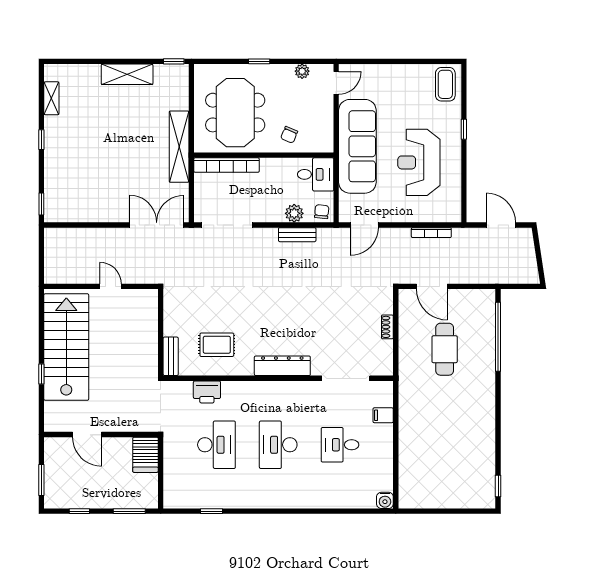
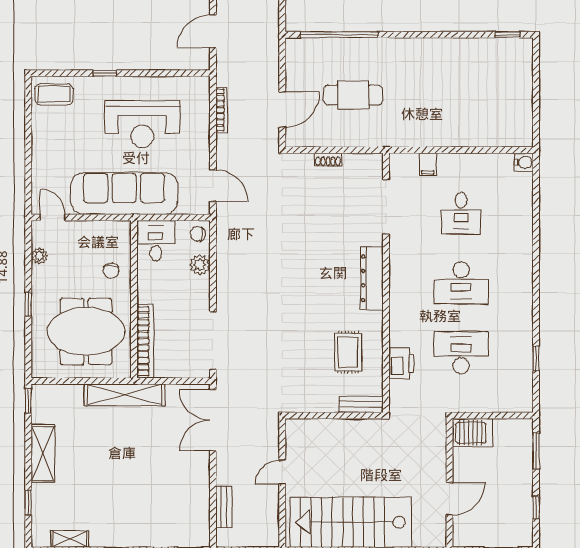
window: (83, 61) -> (28, 503), added
chair: (289, 135) -> (111, 271), turned 67
bench: (297, 235) -> (224, 507), moved

